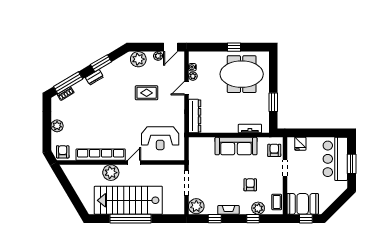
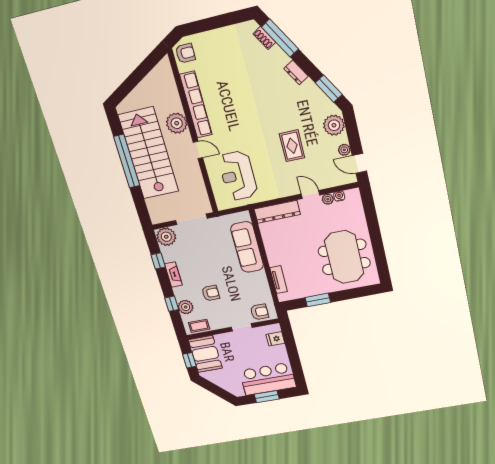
window: (234, 47) -> (377, 241), removed
window: (101, 63) -> (329, 89), moved
plant: (57, 126) -> (218, 37), removed
sofa: (236, 146) -> (247, 247), moved

